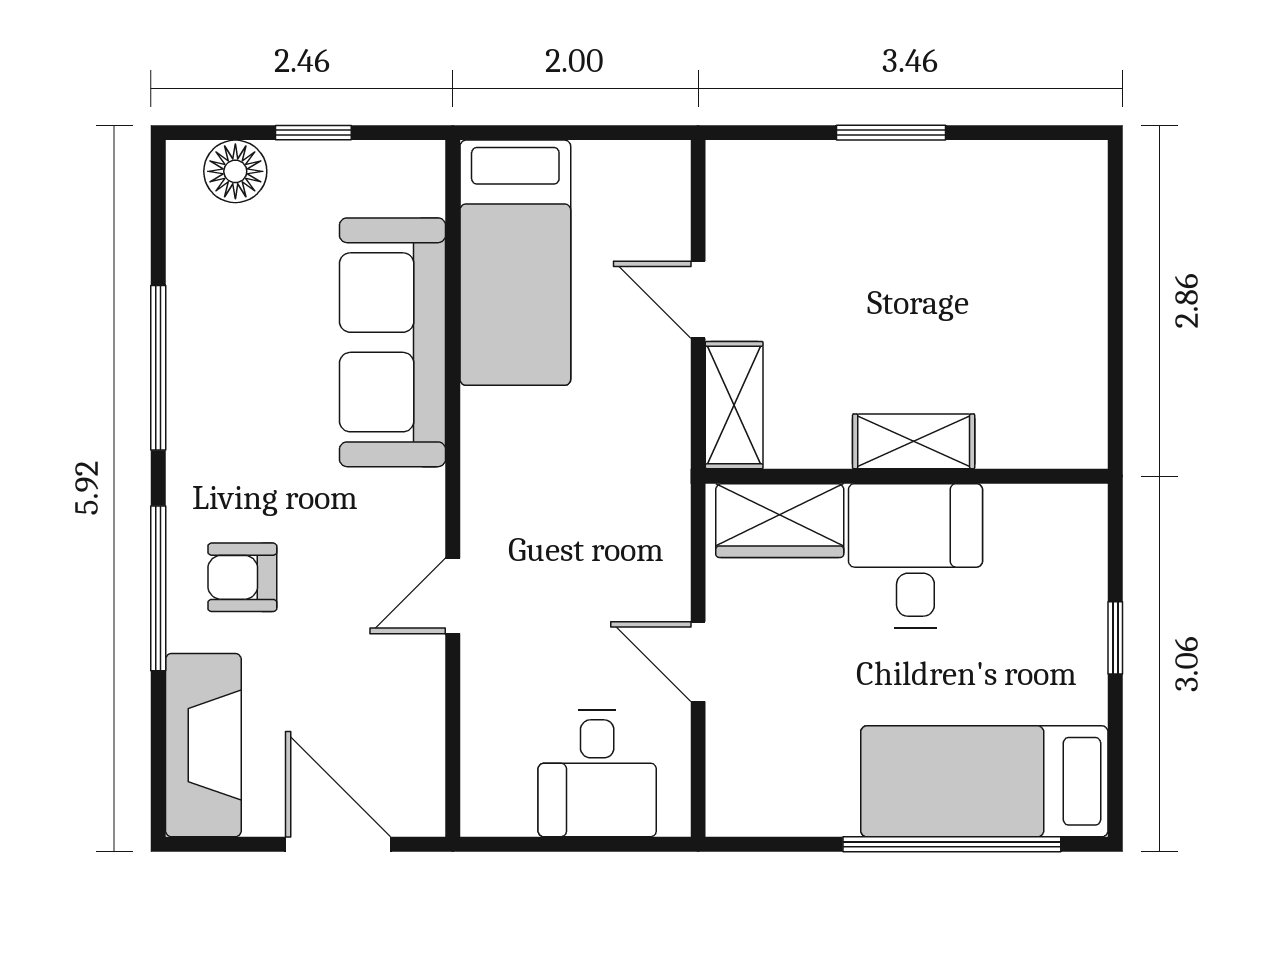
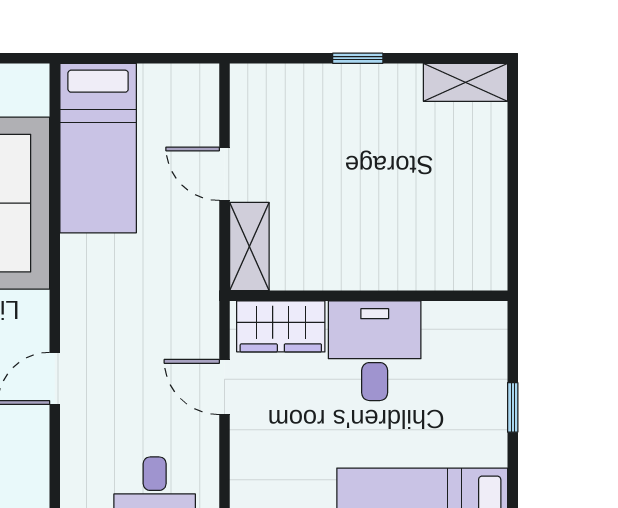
window: (891, 133) -> (358, 58), width x0.67
shelving: (914, 441) -> (465, 82), moved
door: (698, 662) -> (224, 387), moved

